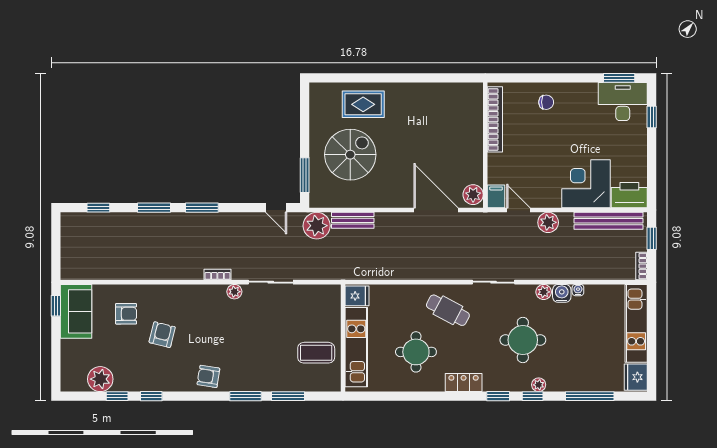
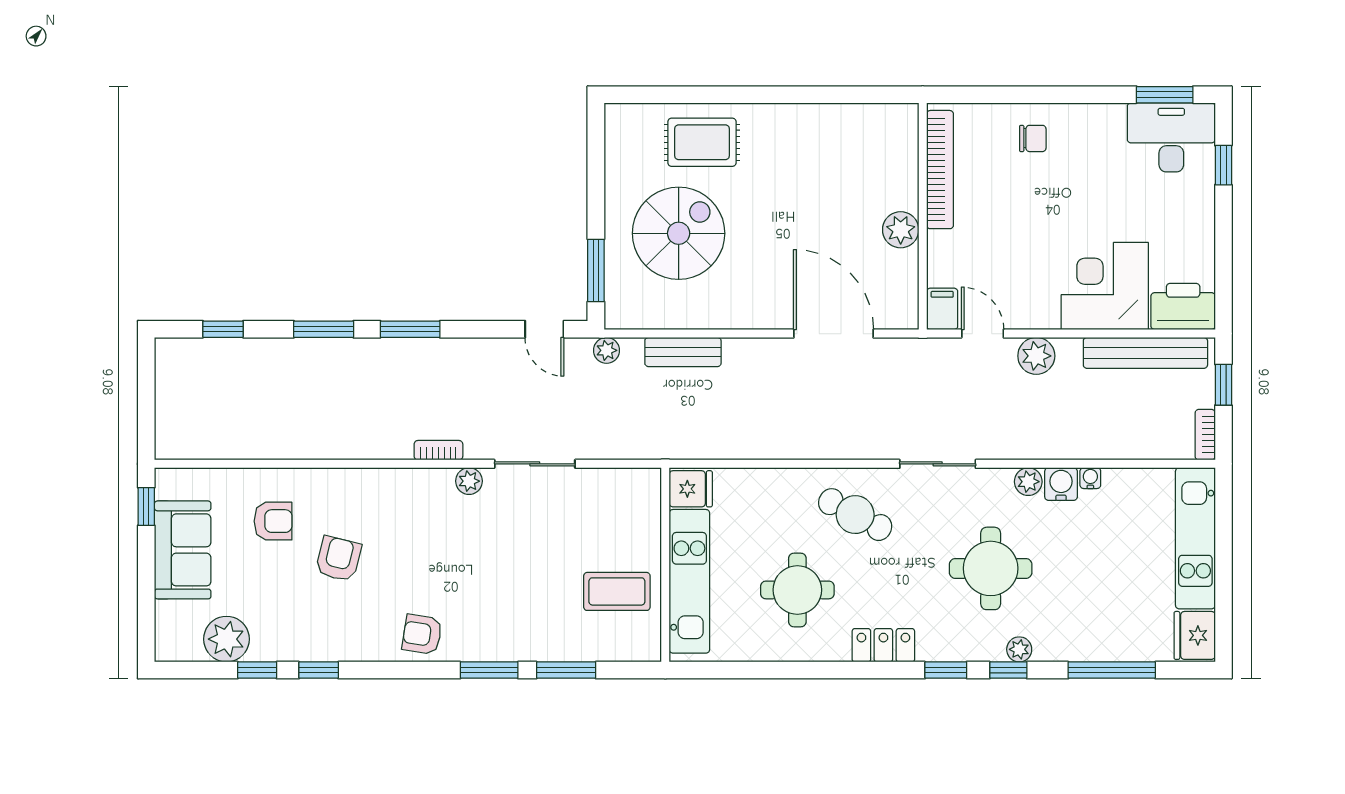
plant: (473, 195) -> (901, 230), moved
plant: (317, 226) -> (606, 350), width x0.53, depth x0.53
sofa: (76, 311) -> (183, 550), moved

